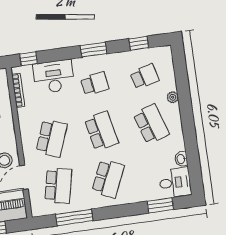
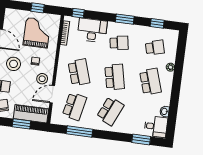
school desk: (52, 138) -> (79, 72), turned -39

